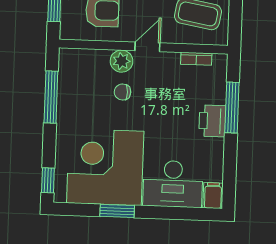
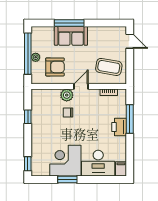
window: (51, 97) -> (28, 117), width x0.46
corner desk: (105, 167) -> (65, 161), width x0.74, depth x0.74

